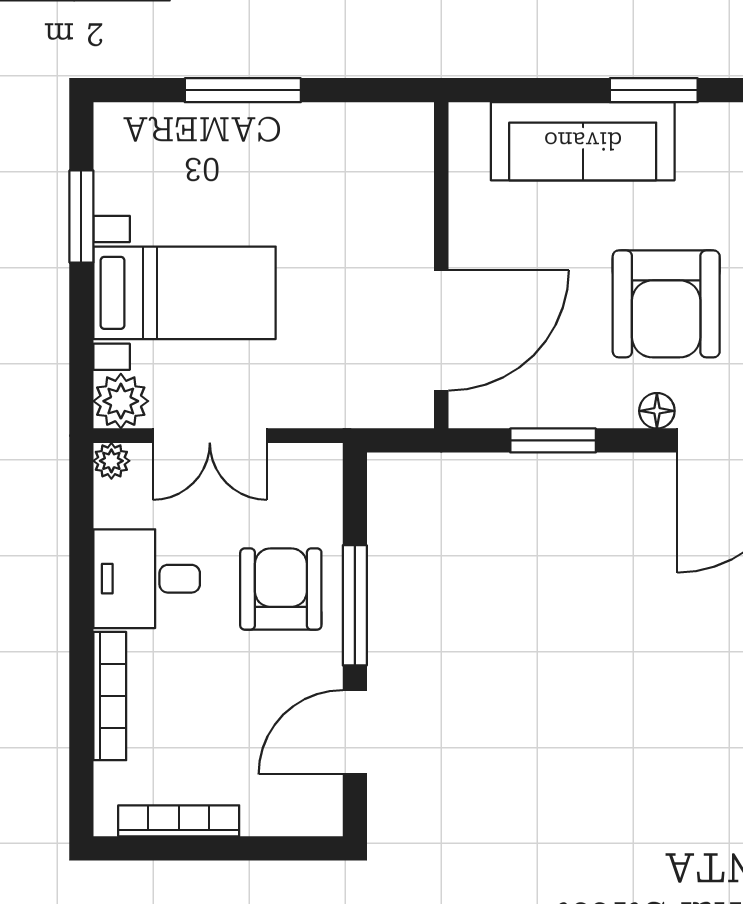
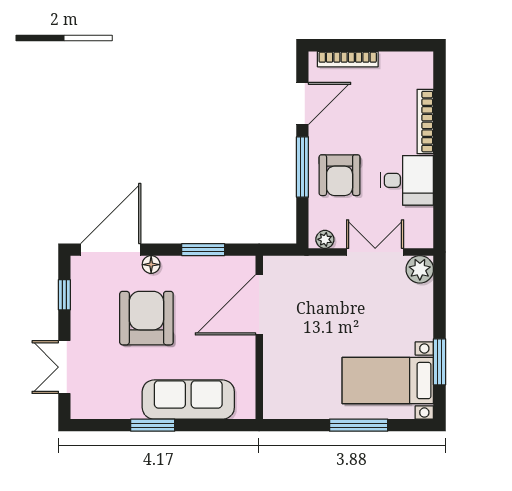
bed with nightstands: (185, 293) -> (388, 381), moved
plant: (111, 461) -> (325, 239), moved
bookcase: (179, 821) -> (348, 59), moved

